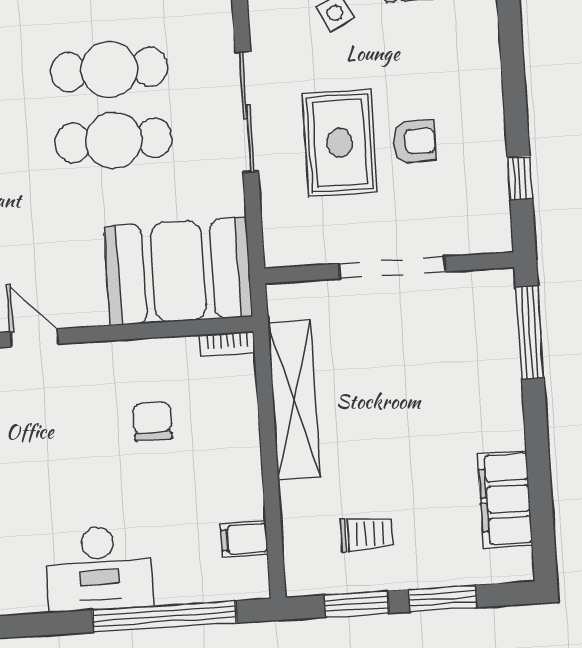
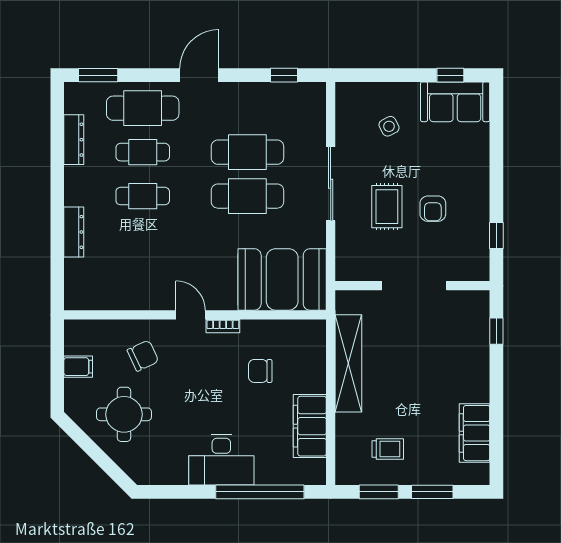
armchair: (414, 141) -> (433, 209), turned 90
rug: (340, 143) -> (387, 207), width x0.73, depth x0.70
window: (530, 332) -> (496, 331), width x0.46
bookcase: (227, 344) -> (223, 326), moved
chair: (153, 421) -> (260, 371), turned -90
filing cabinet: (244, 539) -> (310, 426), width x3.00, depth x1.17

